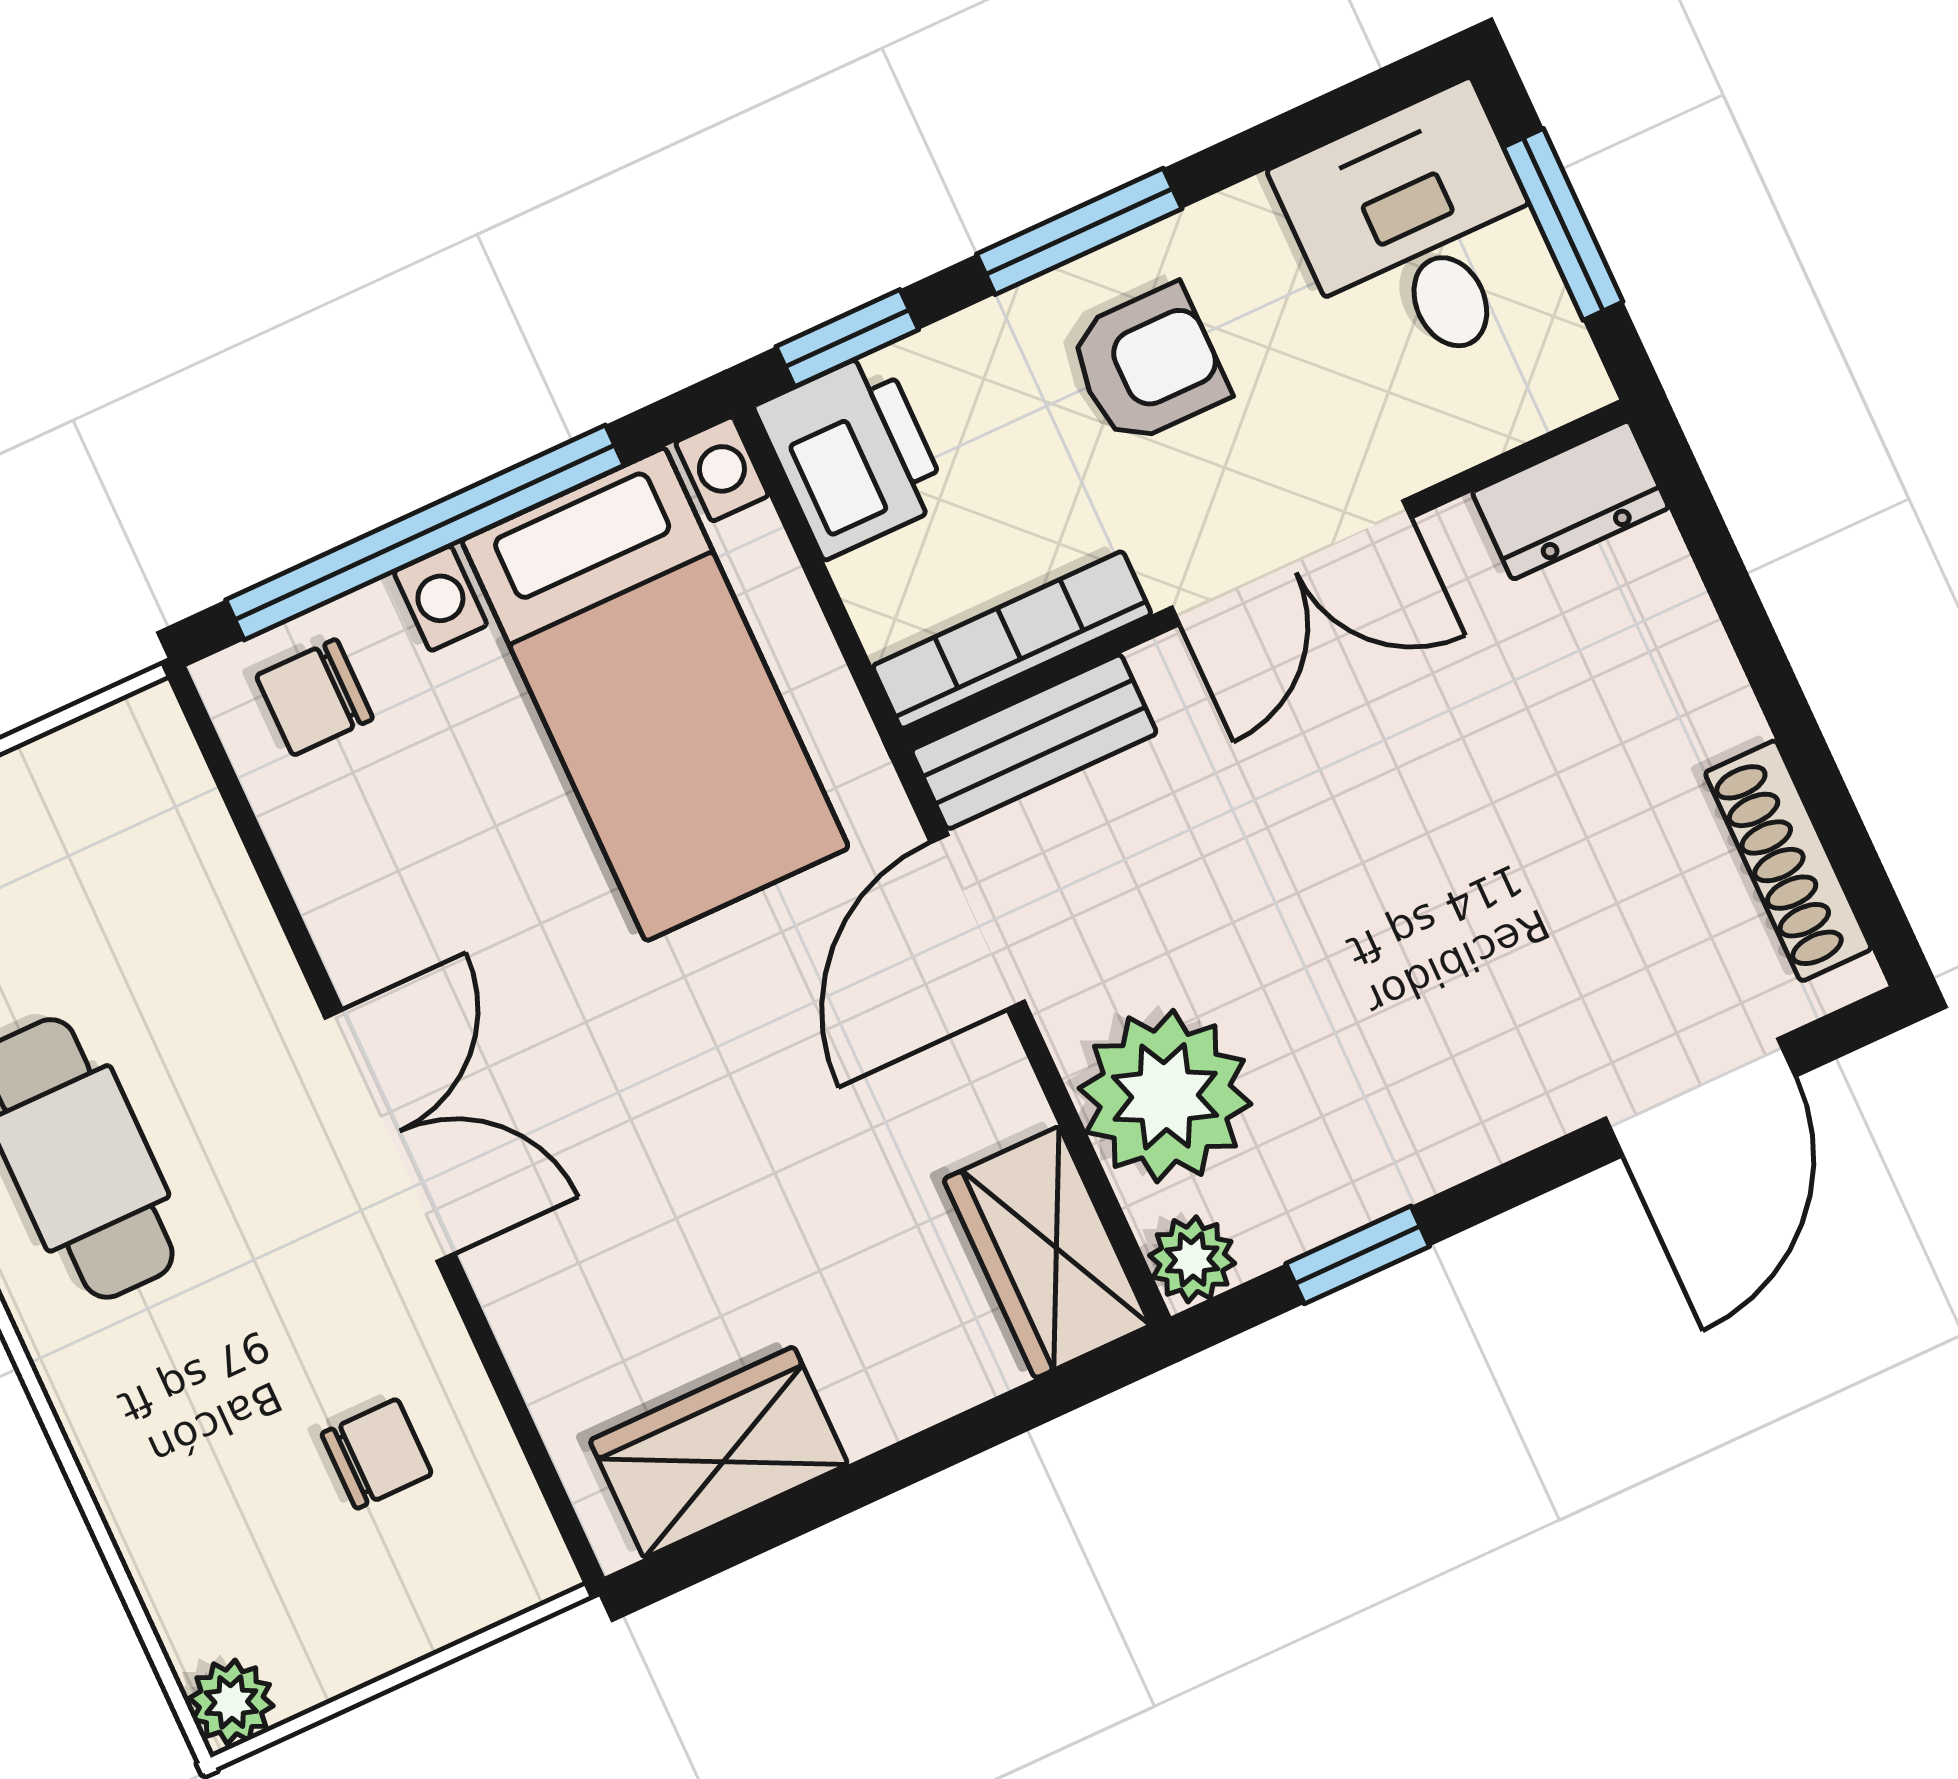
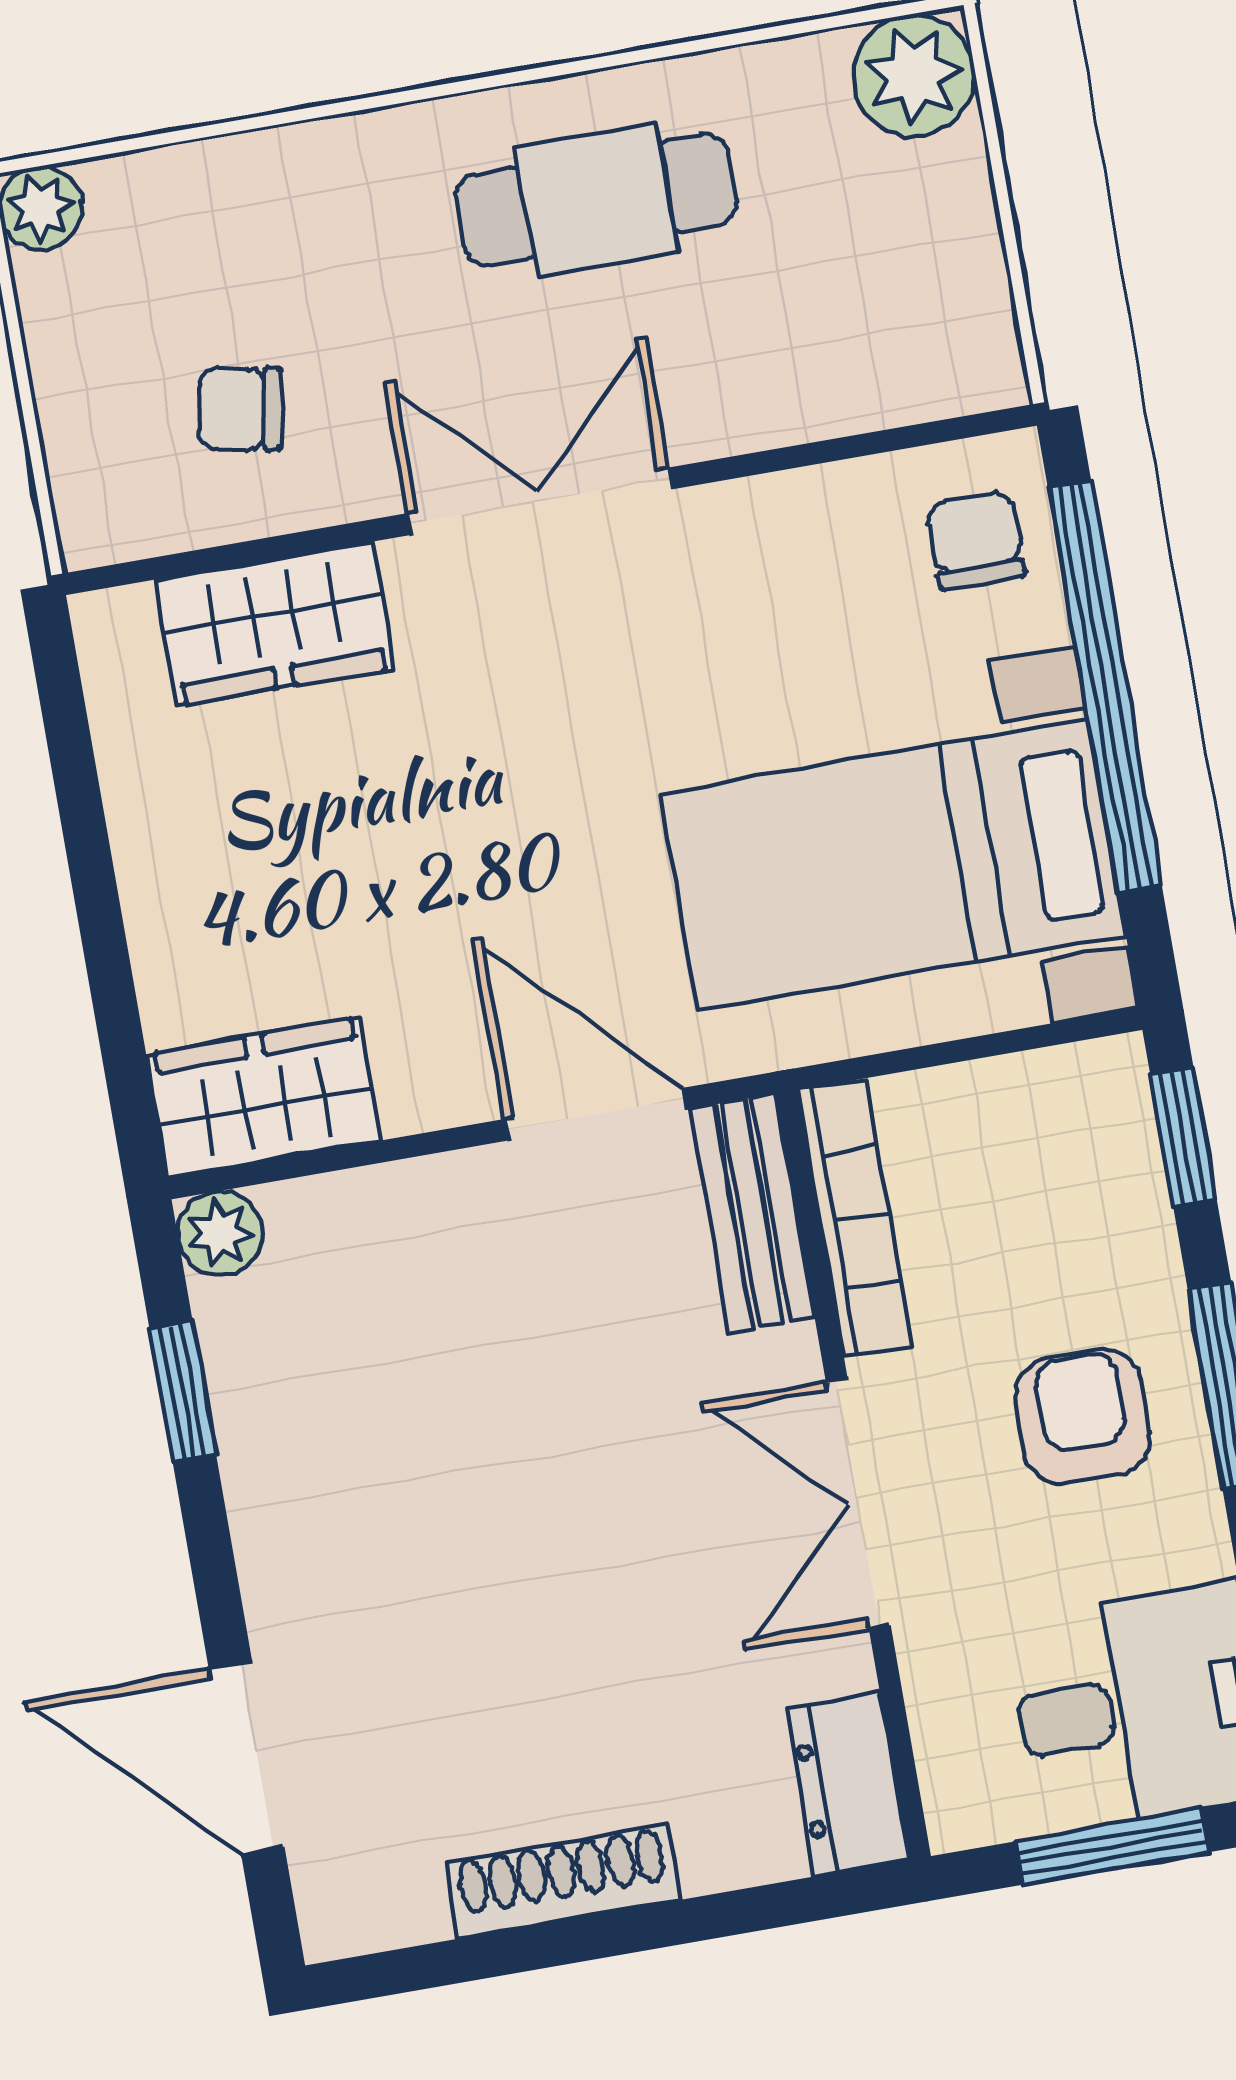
armchair: (1148, 365) -> (1082, 1417), turned 180
printer: (852, 454) -> (1072, 1113), removed
shoe rack: (1788, 861) -> (563, 1881), moved
plant: (1165, 1096) -> (382, 1249), removed
double door: (390, 1136) -> (540, 501), swing flipped
wardrobe: (719, 1452) -> (275, 624), moved, turned 90
chair: (377, 1454) -> (240, 409), turned 100

